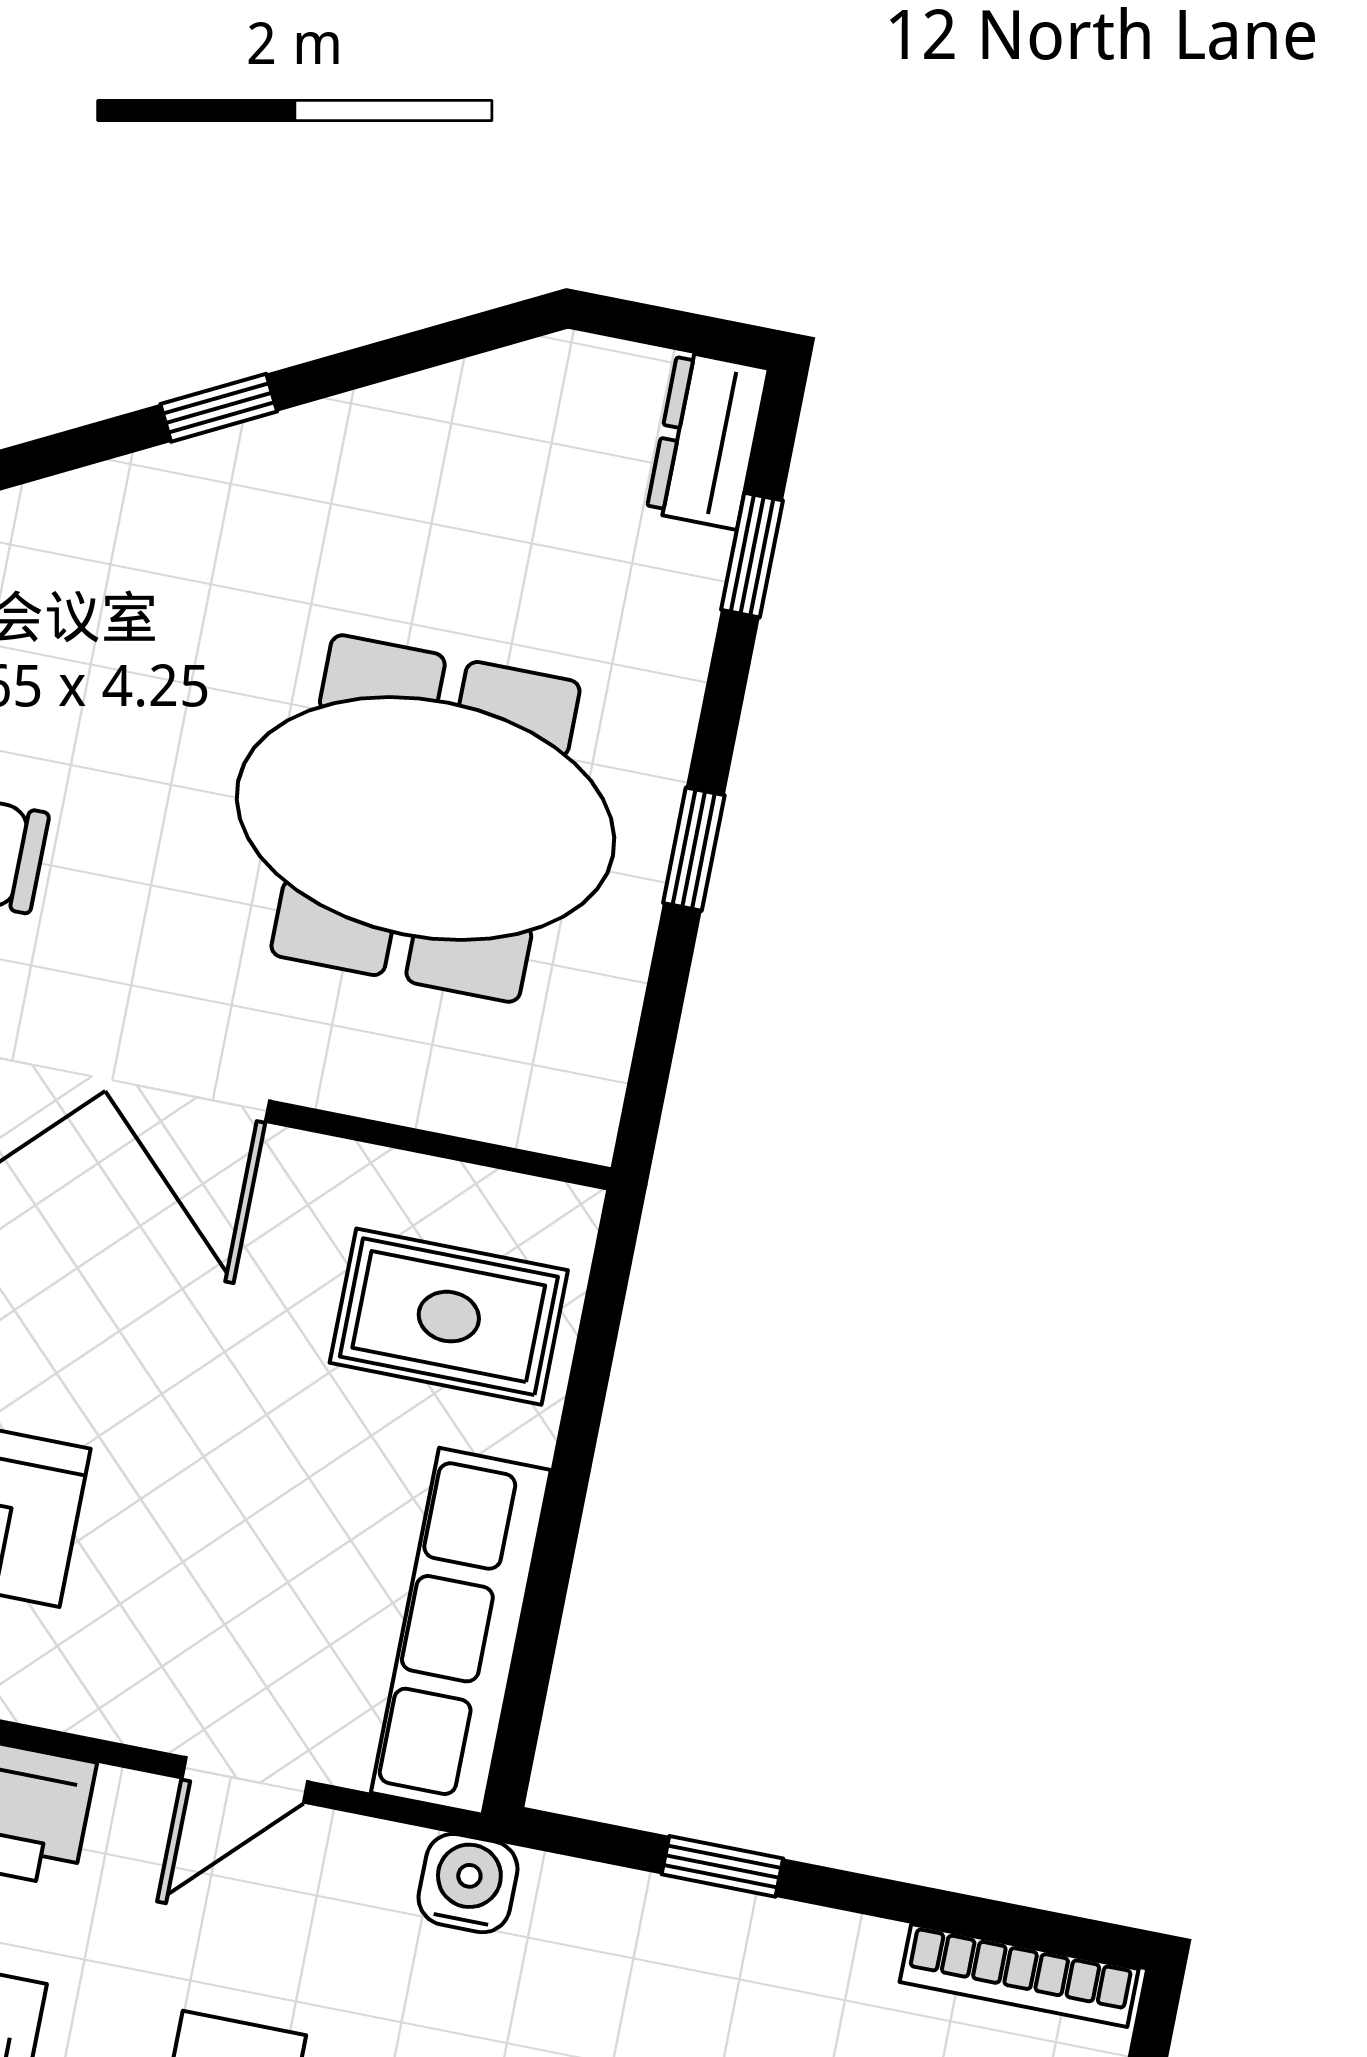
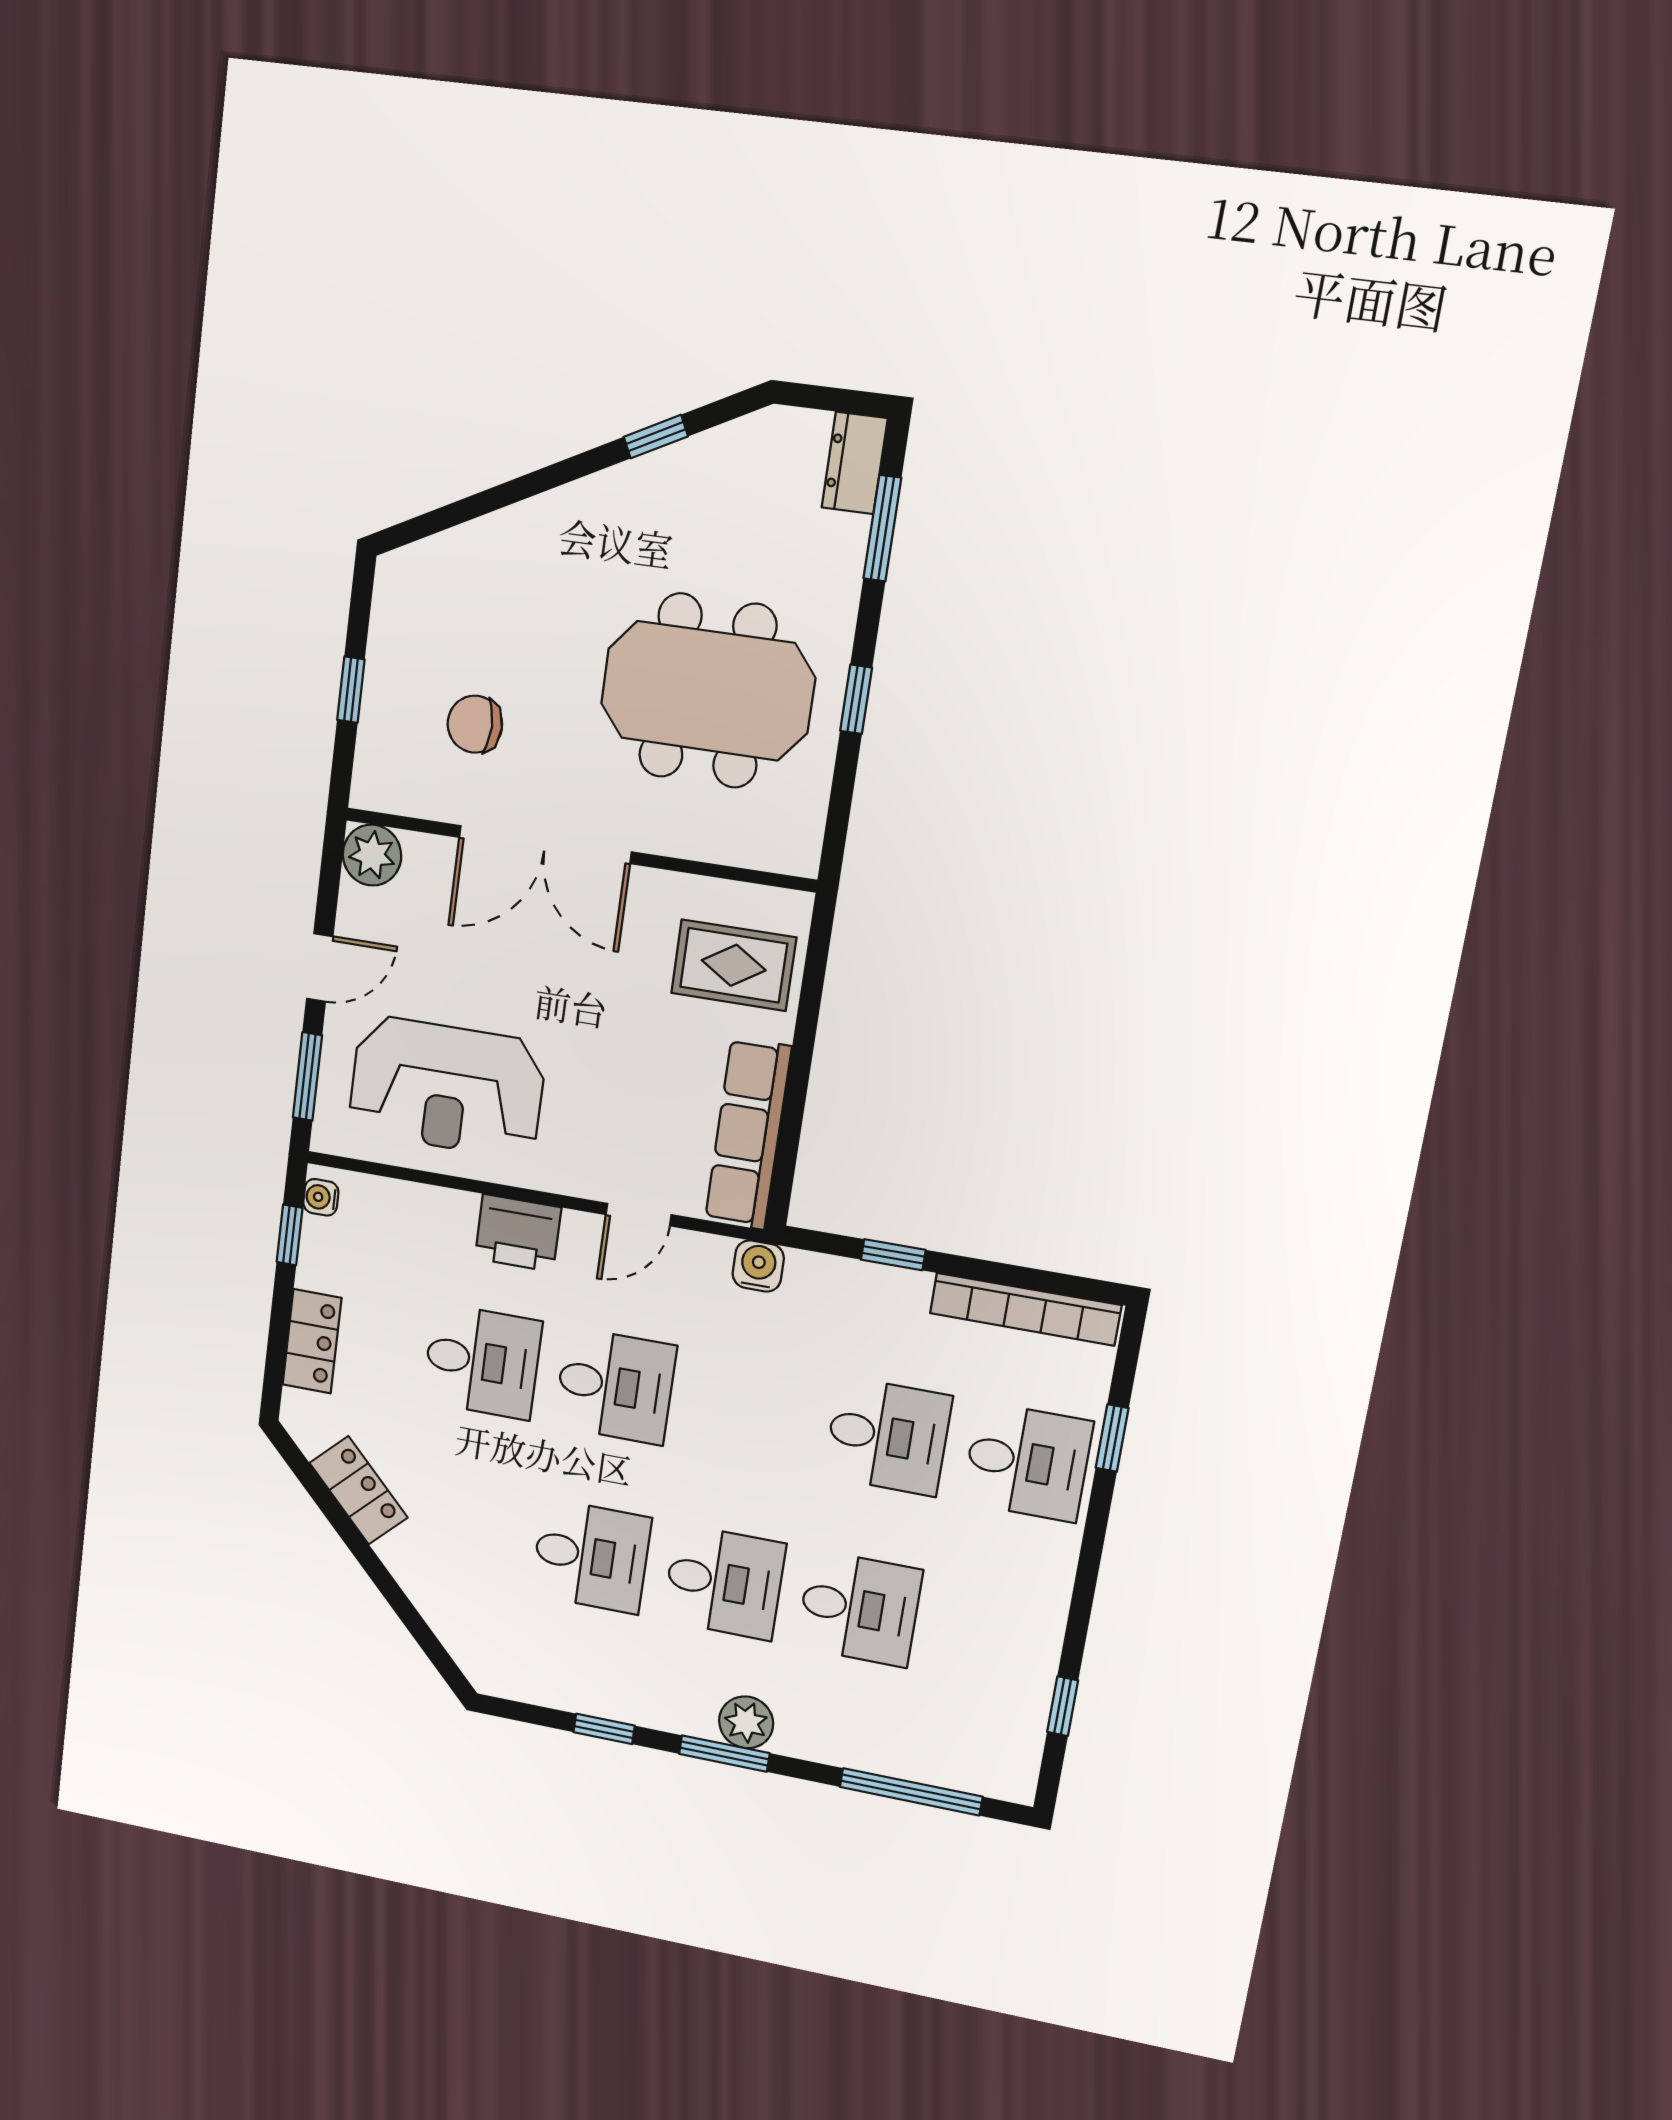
window: (219, 408) -> (656, 437), moved
window: (752, 555) -> (882, 528), width x1.50
bookcase: (1019, 1975) -> (1025, 1309), width x1.48, depth x1.31

